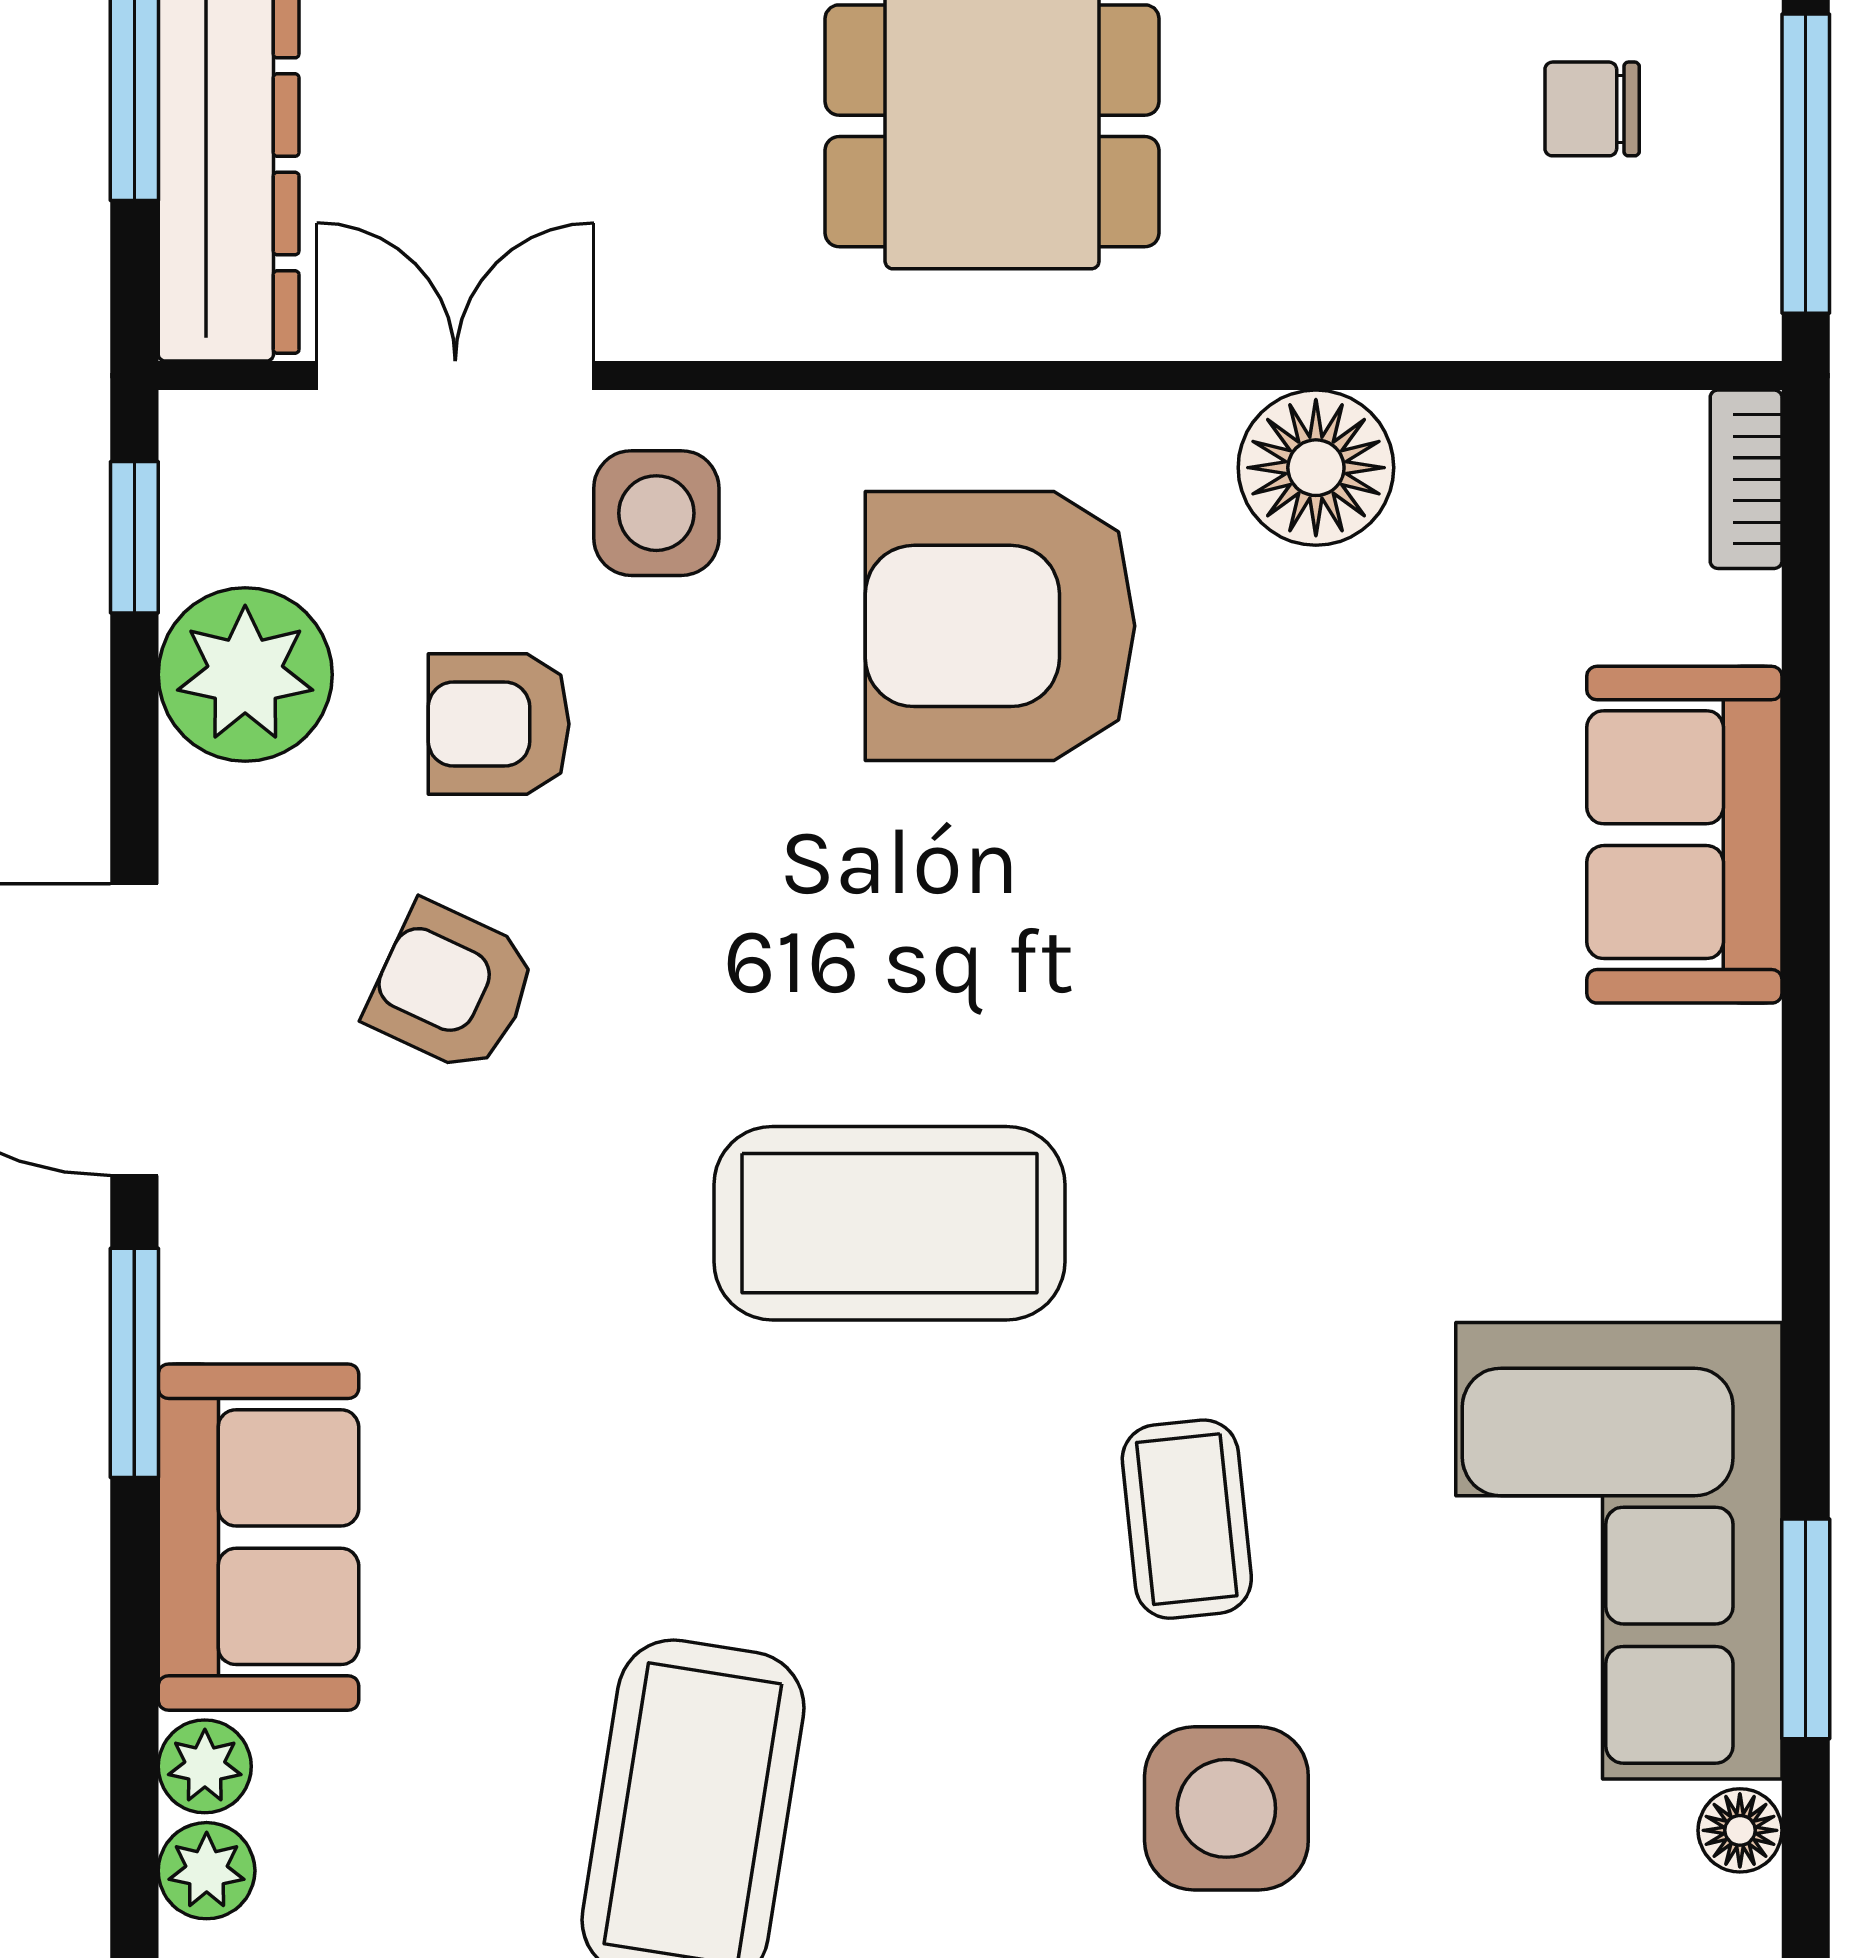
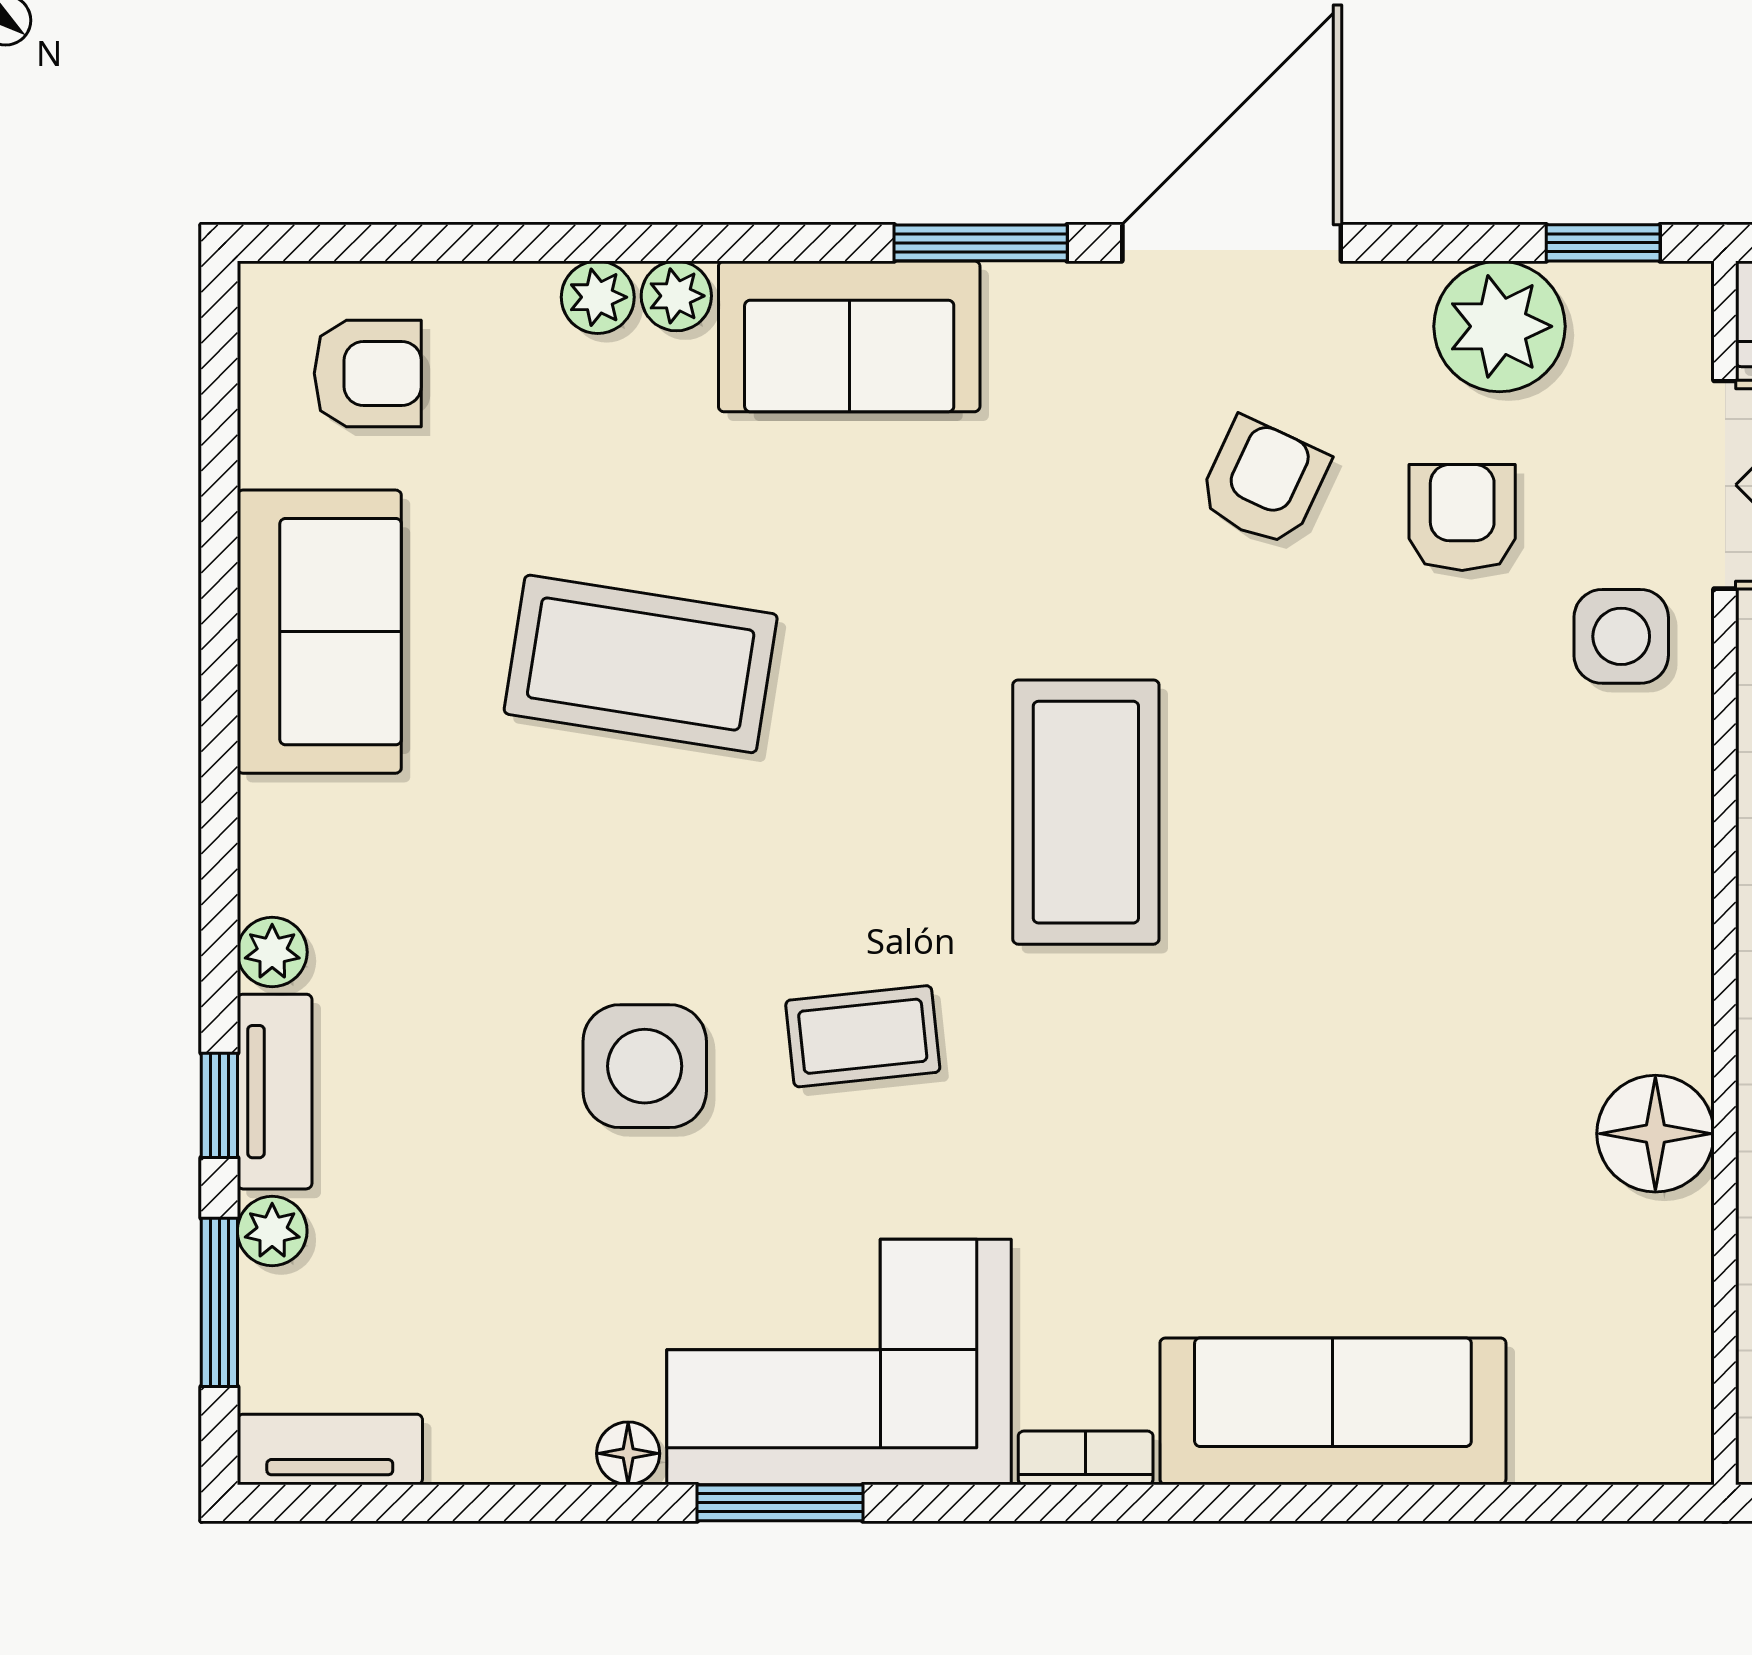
bookcase: (1746, 479) -> (1086, 1458), moved
armchair: (1000, 626) -> (1536, 895), removed
sofa: (1684, 835) -> (1333, 1411), width x1.36

